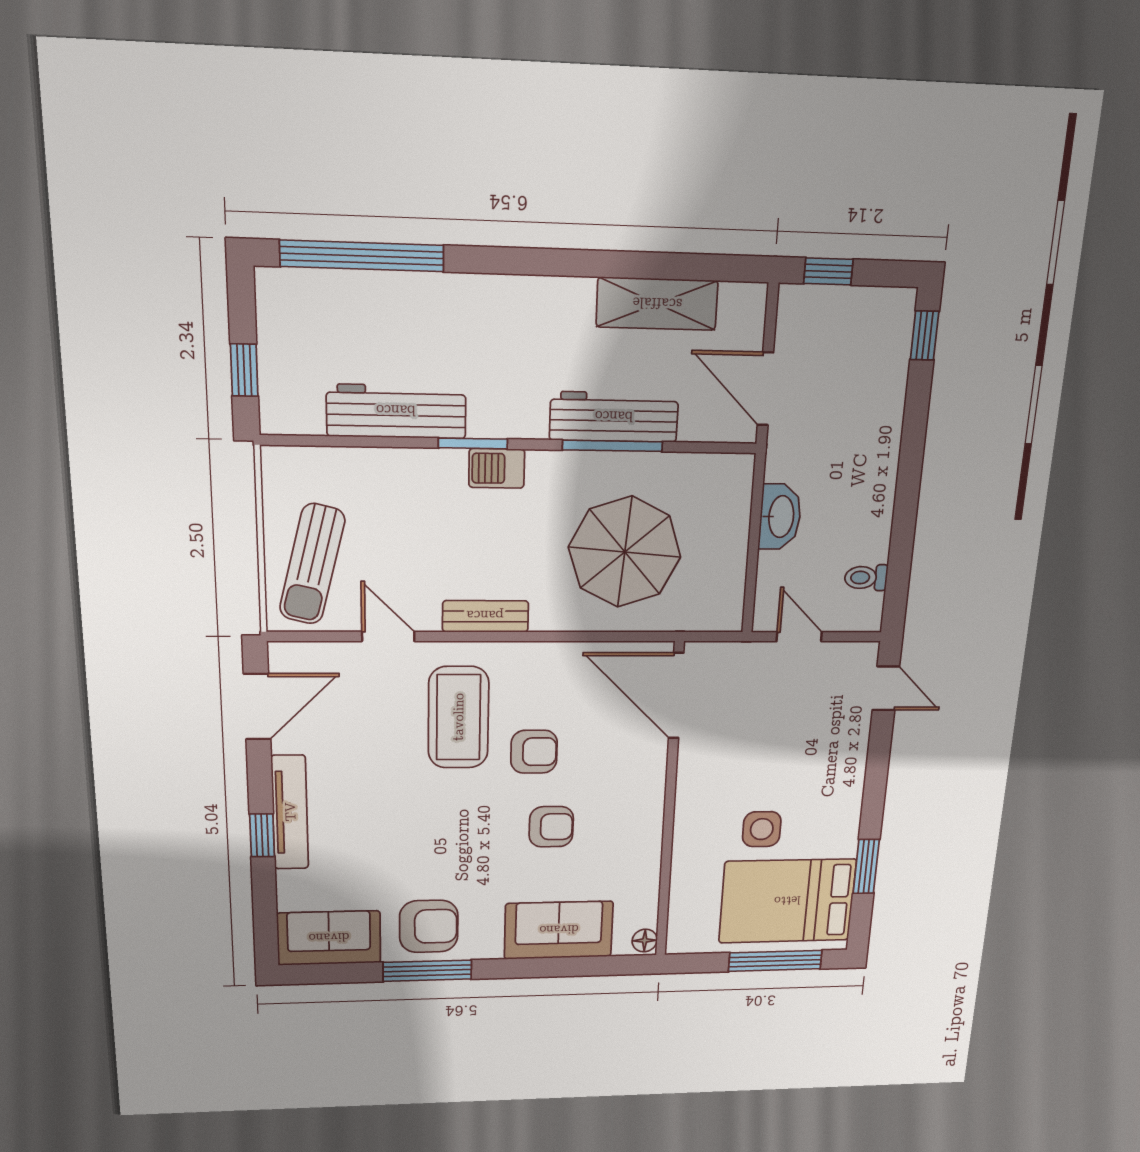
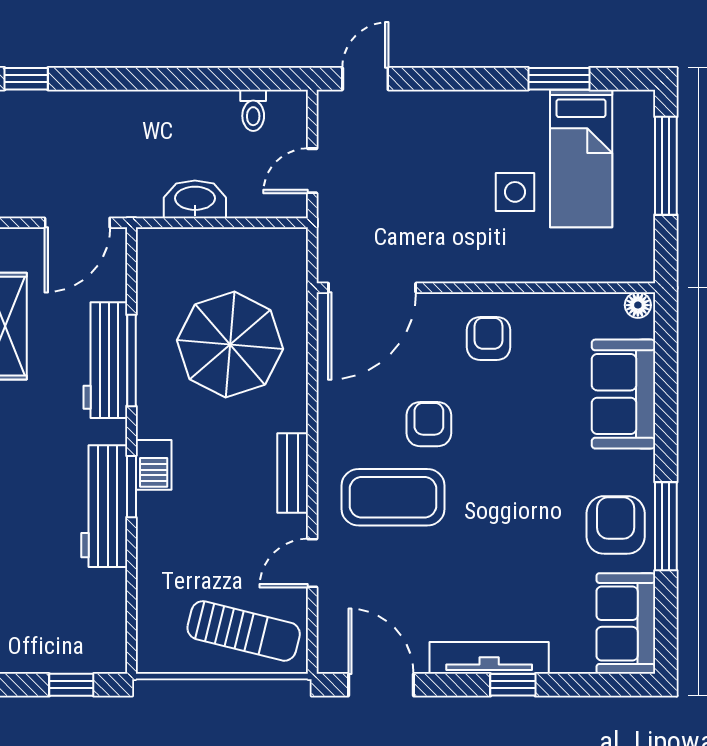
workbench: (396, 411) -> (104, 506), moved
armchair: (551, 827) -> (489, 339), moved
bed: (787, 901) -> (581, 159), width x0.67

